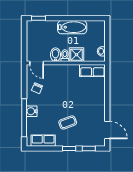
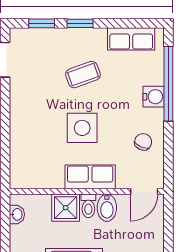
door: (37, 63) -> (144, 191), swing flipped
row of seats: (92, 70) -> (90, 177), moved
side table: (68, 95) -> (82, 128), added

